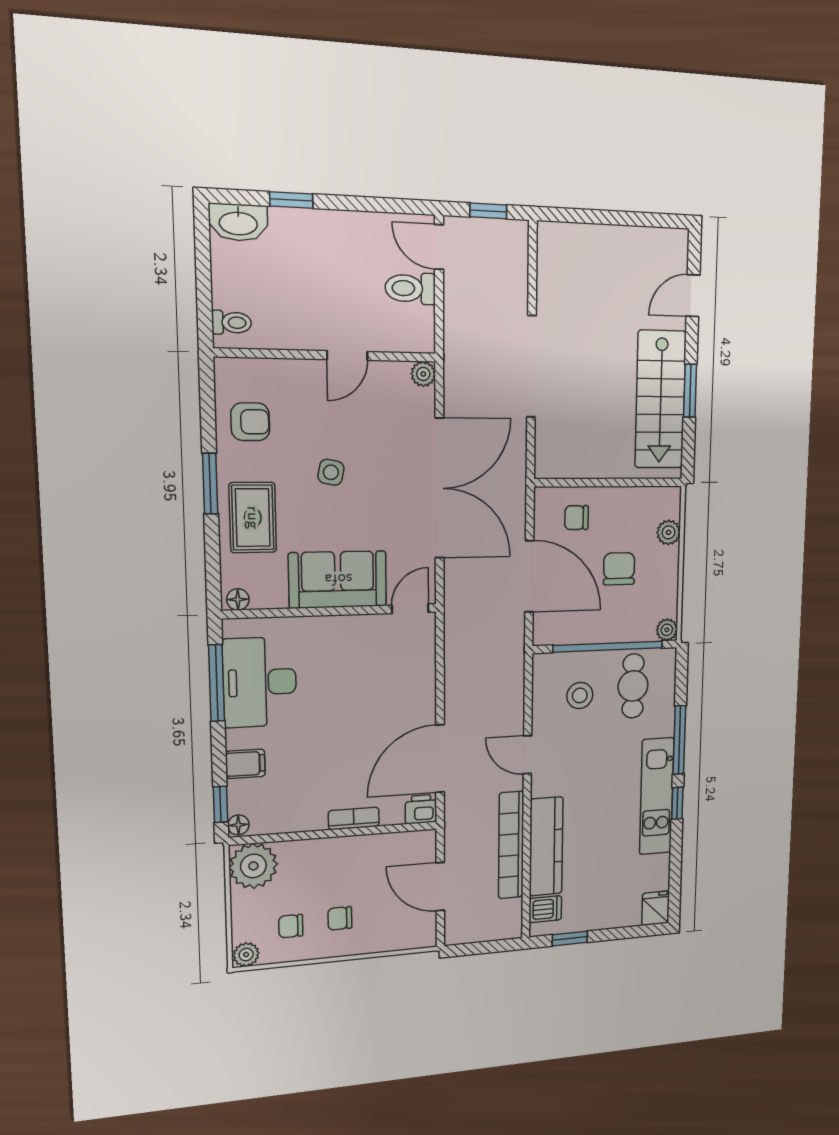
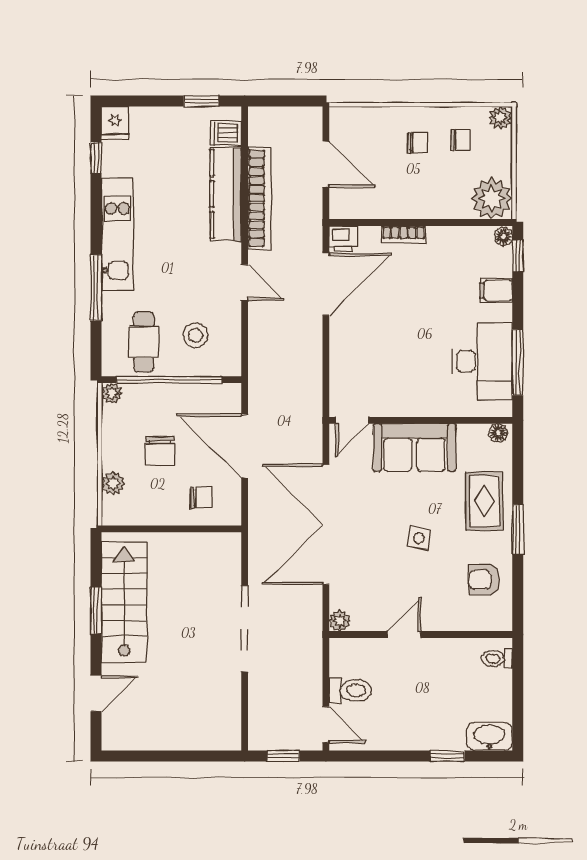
window: (677, 803) -> (96, 158), moved

